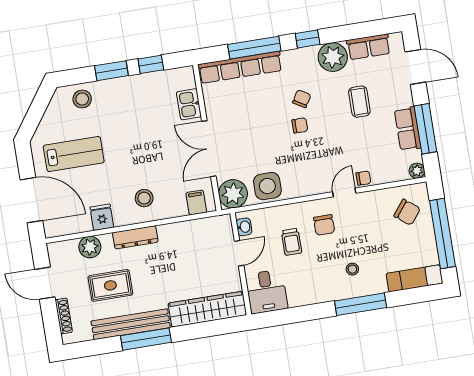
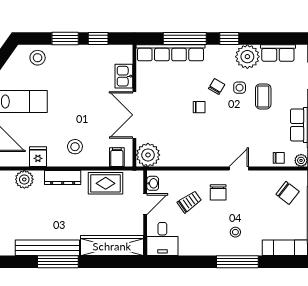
chair: (300, 125) -> (199, 107), moved
chair: (363, 178) -> (279, 158), moved
side table: (267, 186) -> (240, 88), moved, width x0.54, depth x0.54
trolley: (292, 242) -> (189, 202), turned -125
rug: (110, 285) -> (106, 183), moved

